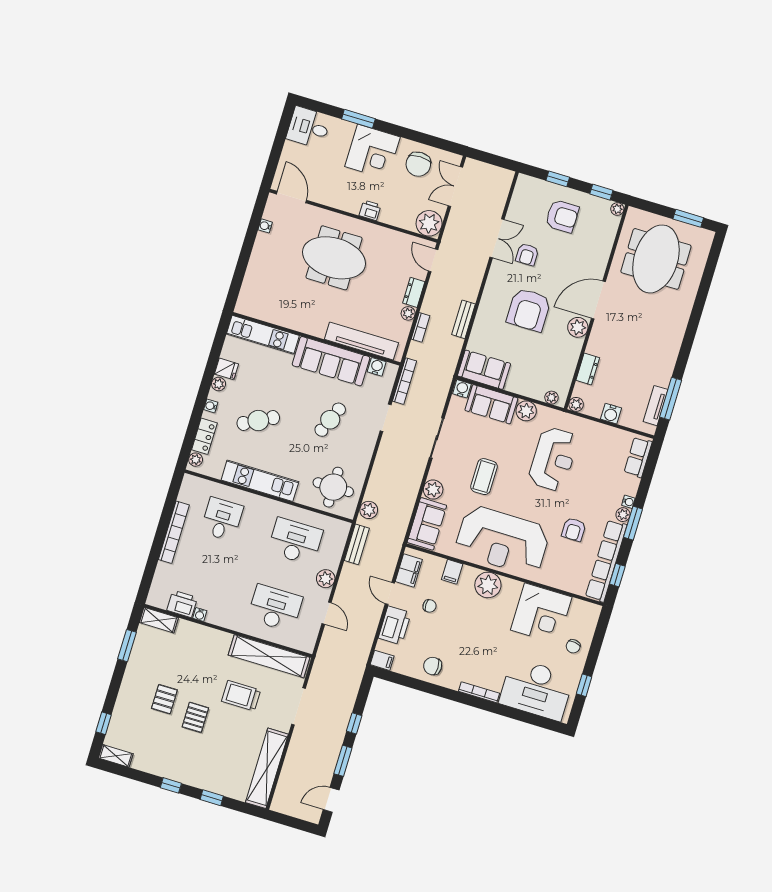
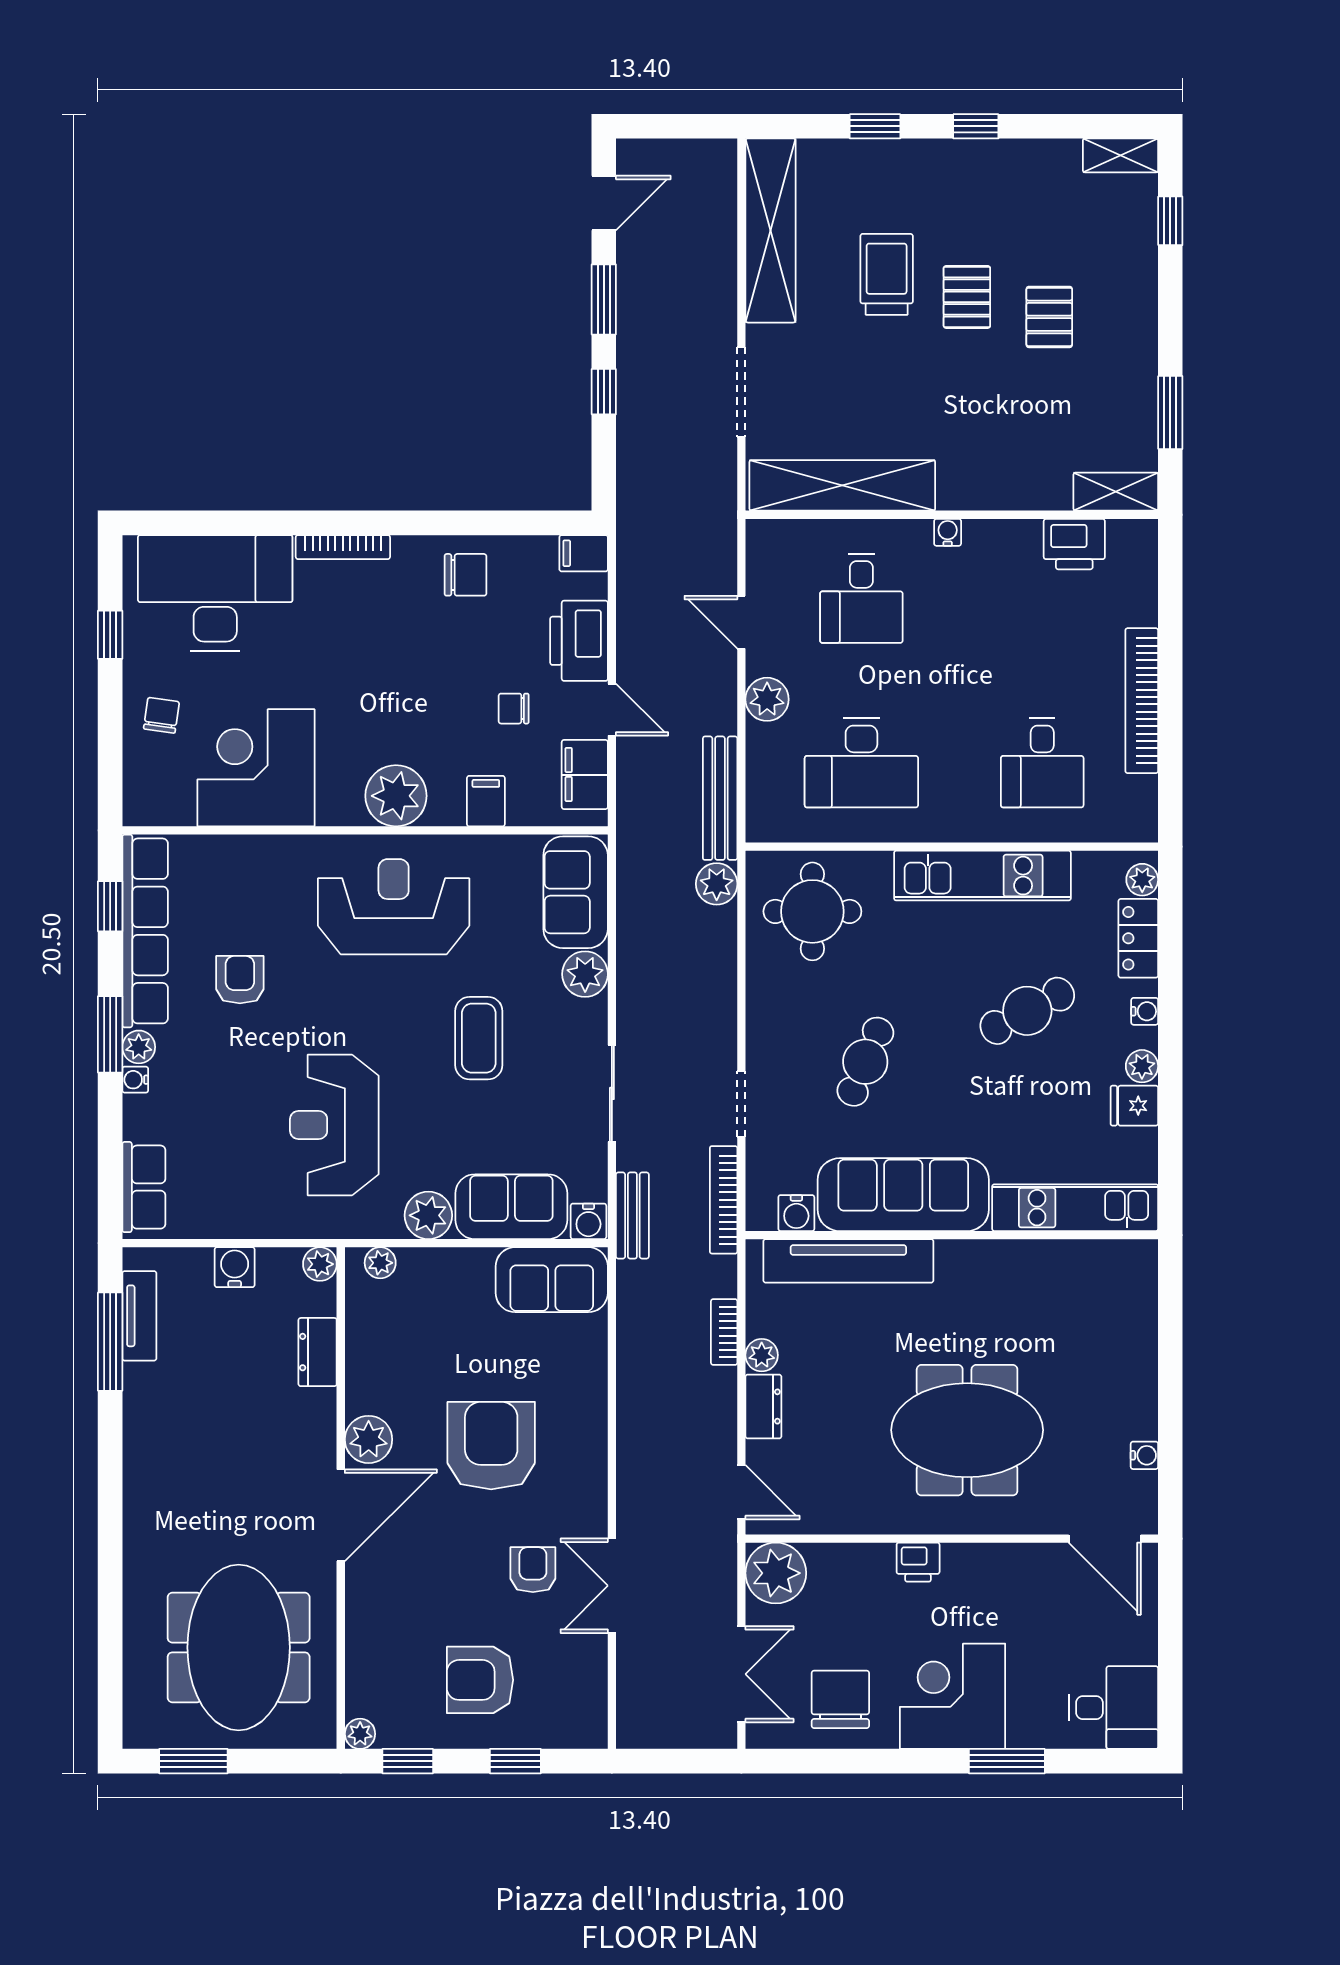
bench: (464, 319) -> (632, 1216), moved
reception desk: (502, 540) -> (394, 907), width x0.74, depth x0.77
bench: (357, 544) -> (720, 798), width x1.36
desk: (275, 608) -> (861, 598), width x0.73
water cooler: (200, 615) -> (948, 532), moved
trolley: (241, 696) -> (887, 274), moved, turned -90

